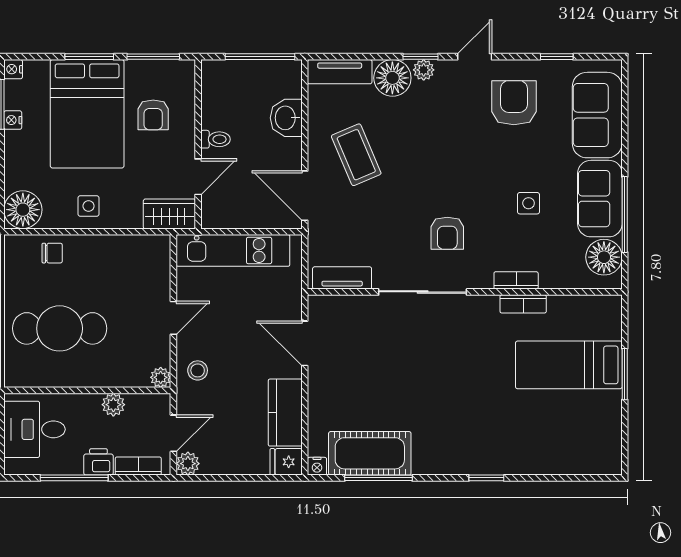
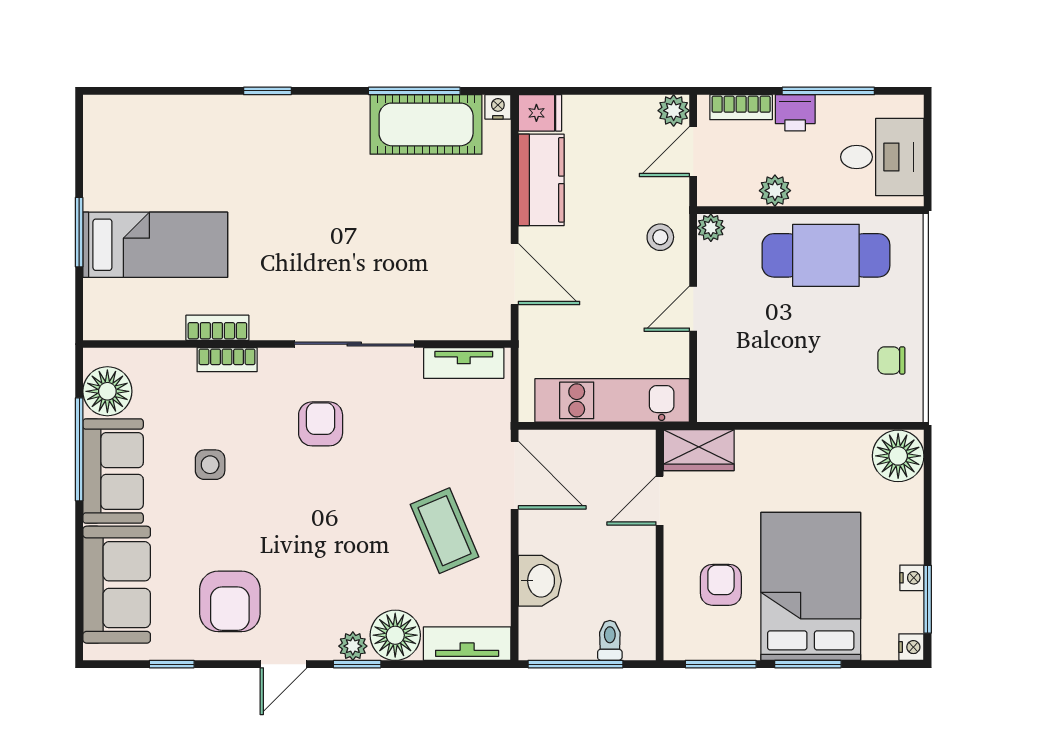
toilet: (215, 139) -> (610, 640), moved, turned 90
side table: (89, 206) -> (809, 461), removed
chair: (52, 253) -> (891, 360), moved
cafe table: (60, 328) -> (826, 255), moved

